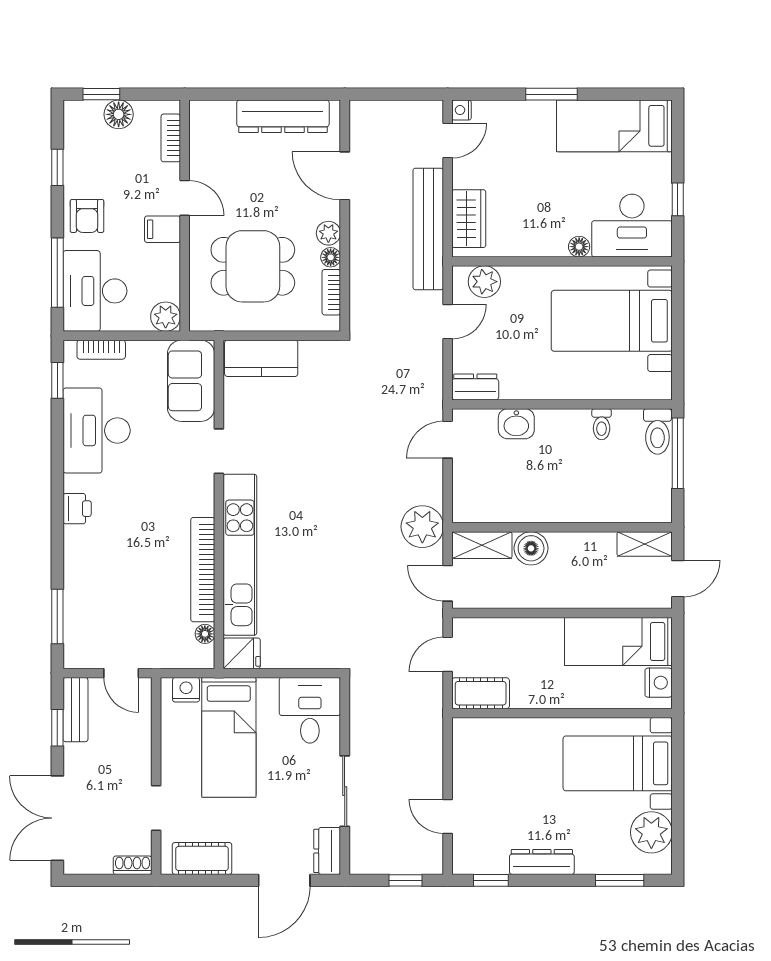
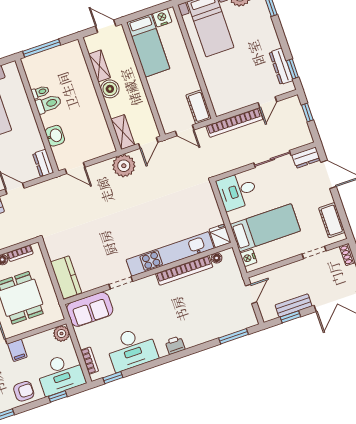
window: (57, 273) -> (58, 396), width x0.46
toilet: (657, 431) -> (48, 104), moved
shelving: (645, 544) -> (100, 66), moved
boiler: (531, 548) -> (110, 89), moved
bench: (75, 710) -> (294, 305), moved
bookcase: (432, 746) -> (234, 123), added
dresser: (542, 862) -> (281, 66), moved

